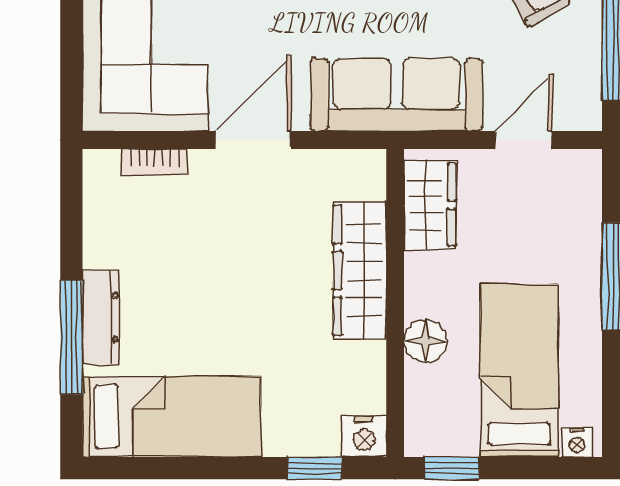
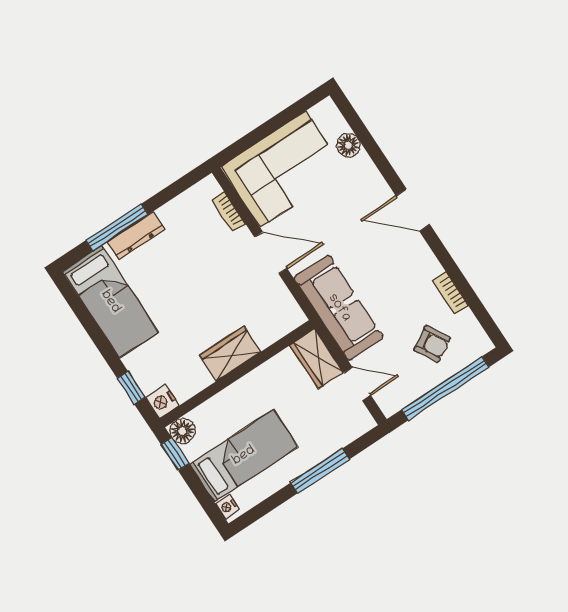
wardrobe: (430, 205) -> (316, 359), moved, turned 90
wardrobe: (360, 271) -> (230, 354), width x0.67
floor lamp: (425, 341) -> (182, 431), moved

